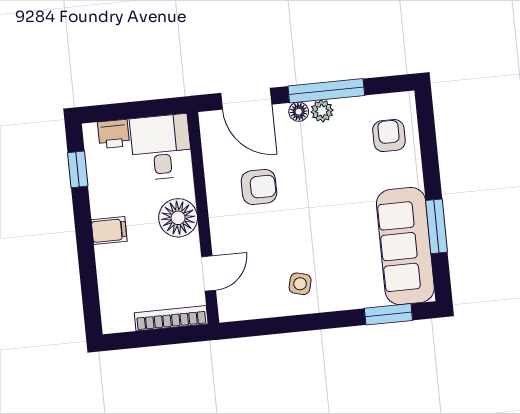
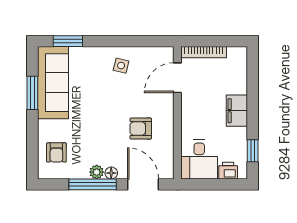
floor lamp: (178, 218) -> (193, 114), removed
filing cabinet: (109, 231) -> (237, 111), width x2.00
door: (209, 273) -> (177, 78), width x1.38

